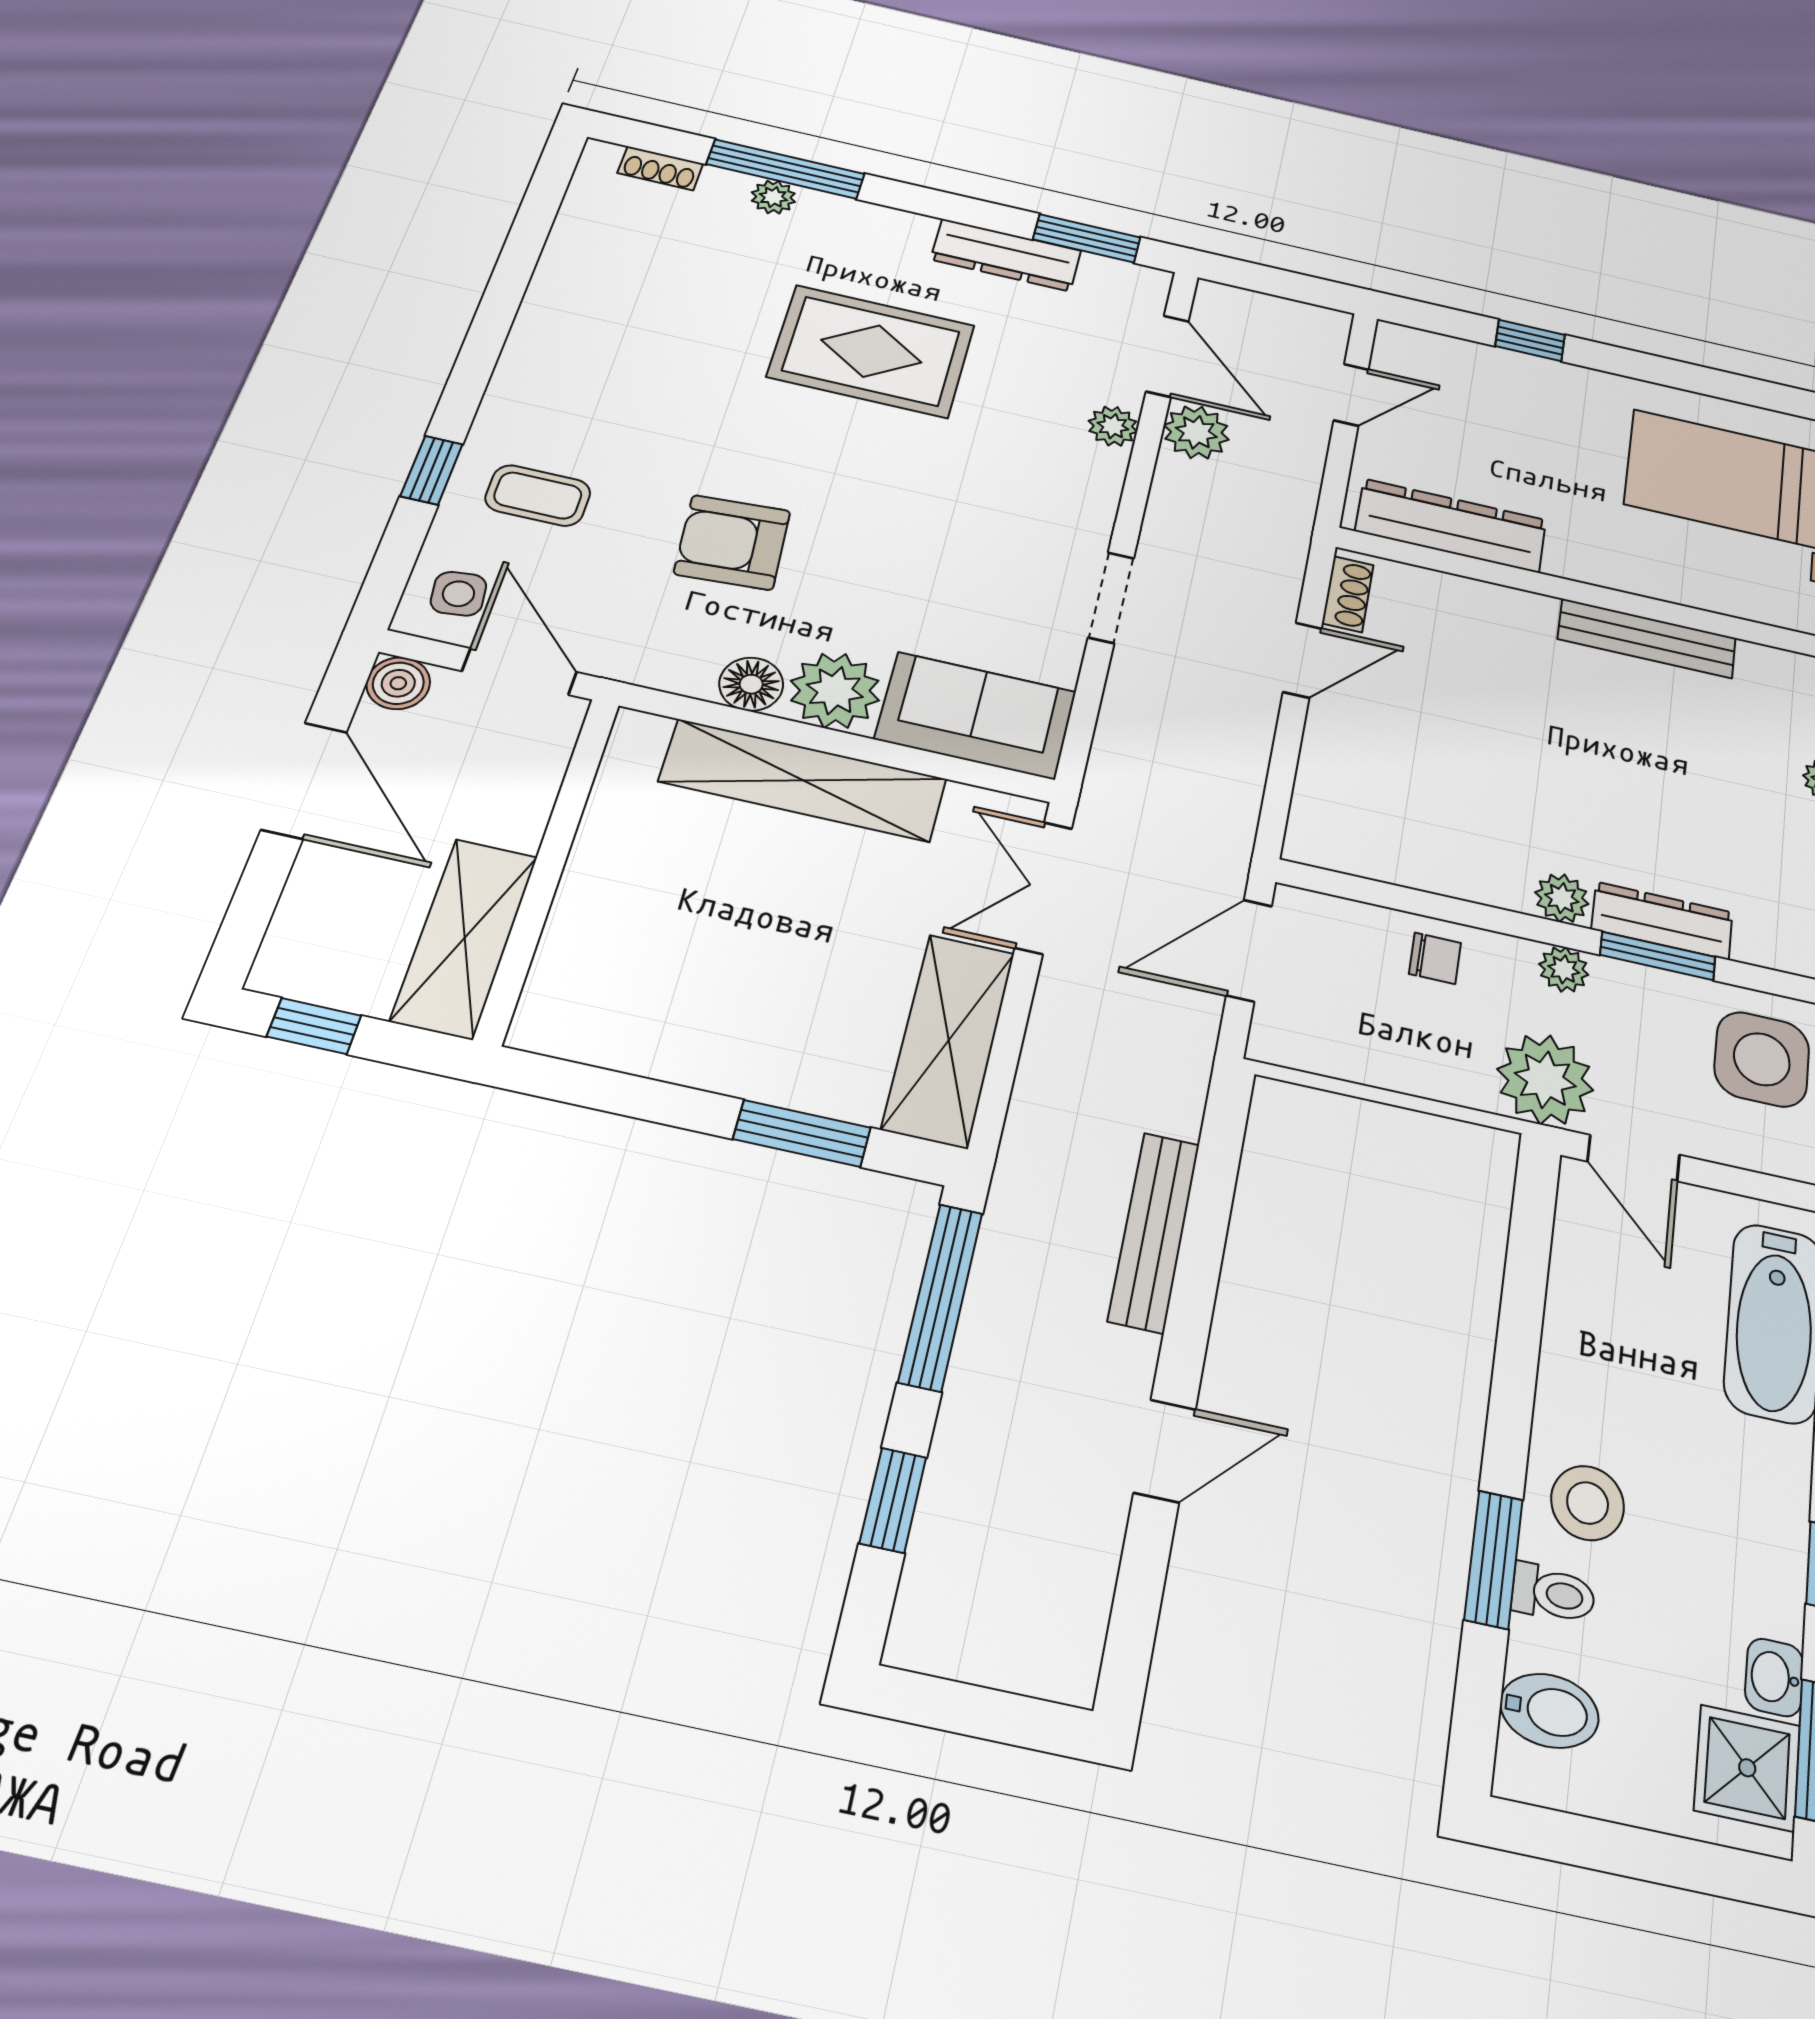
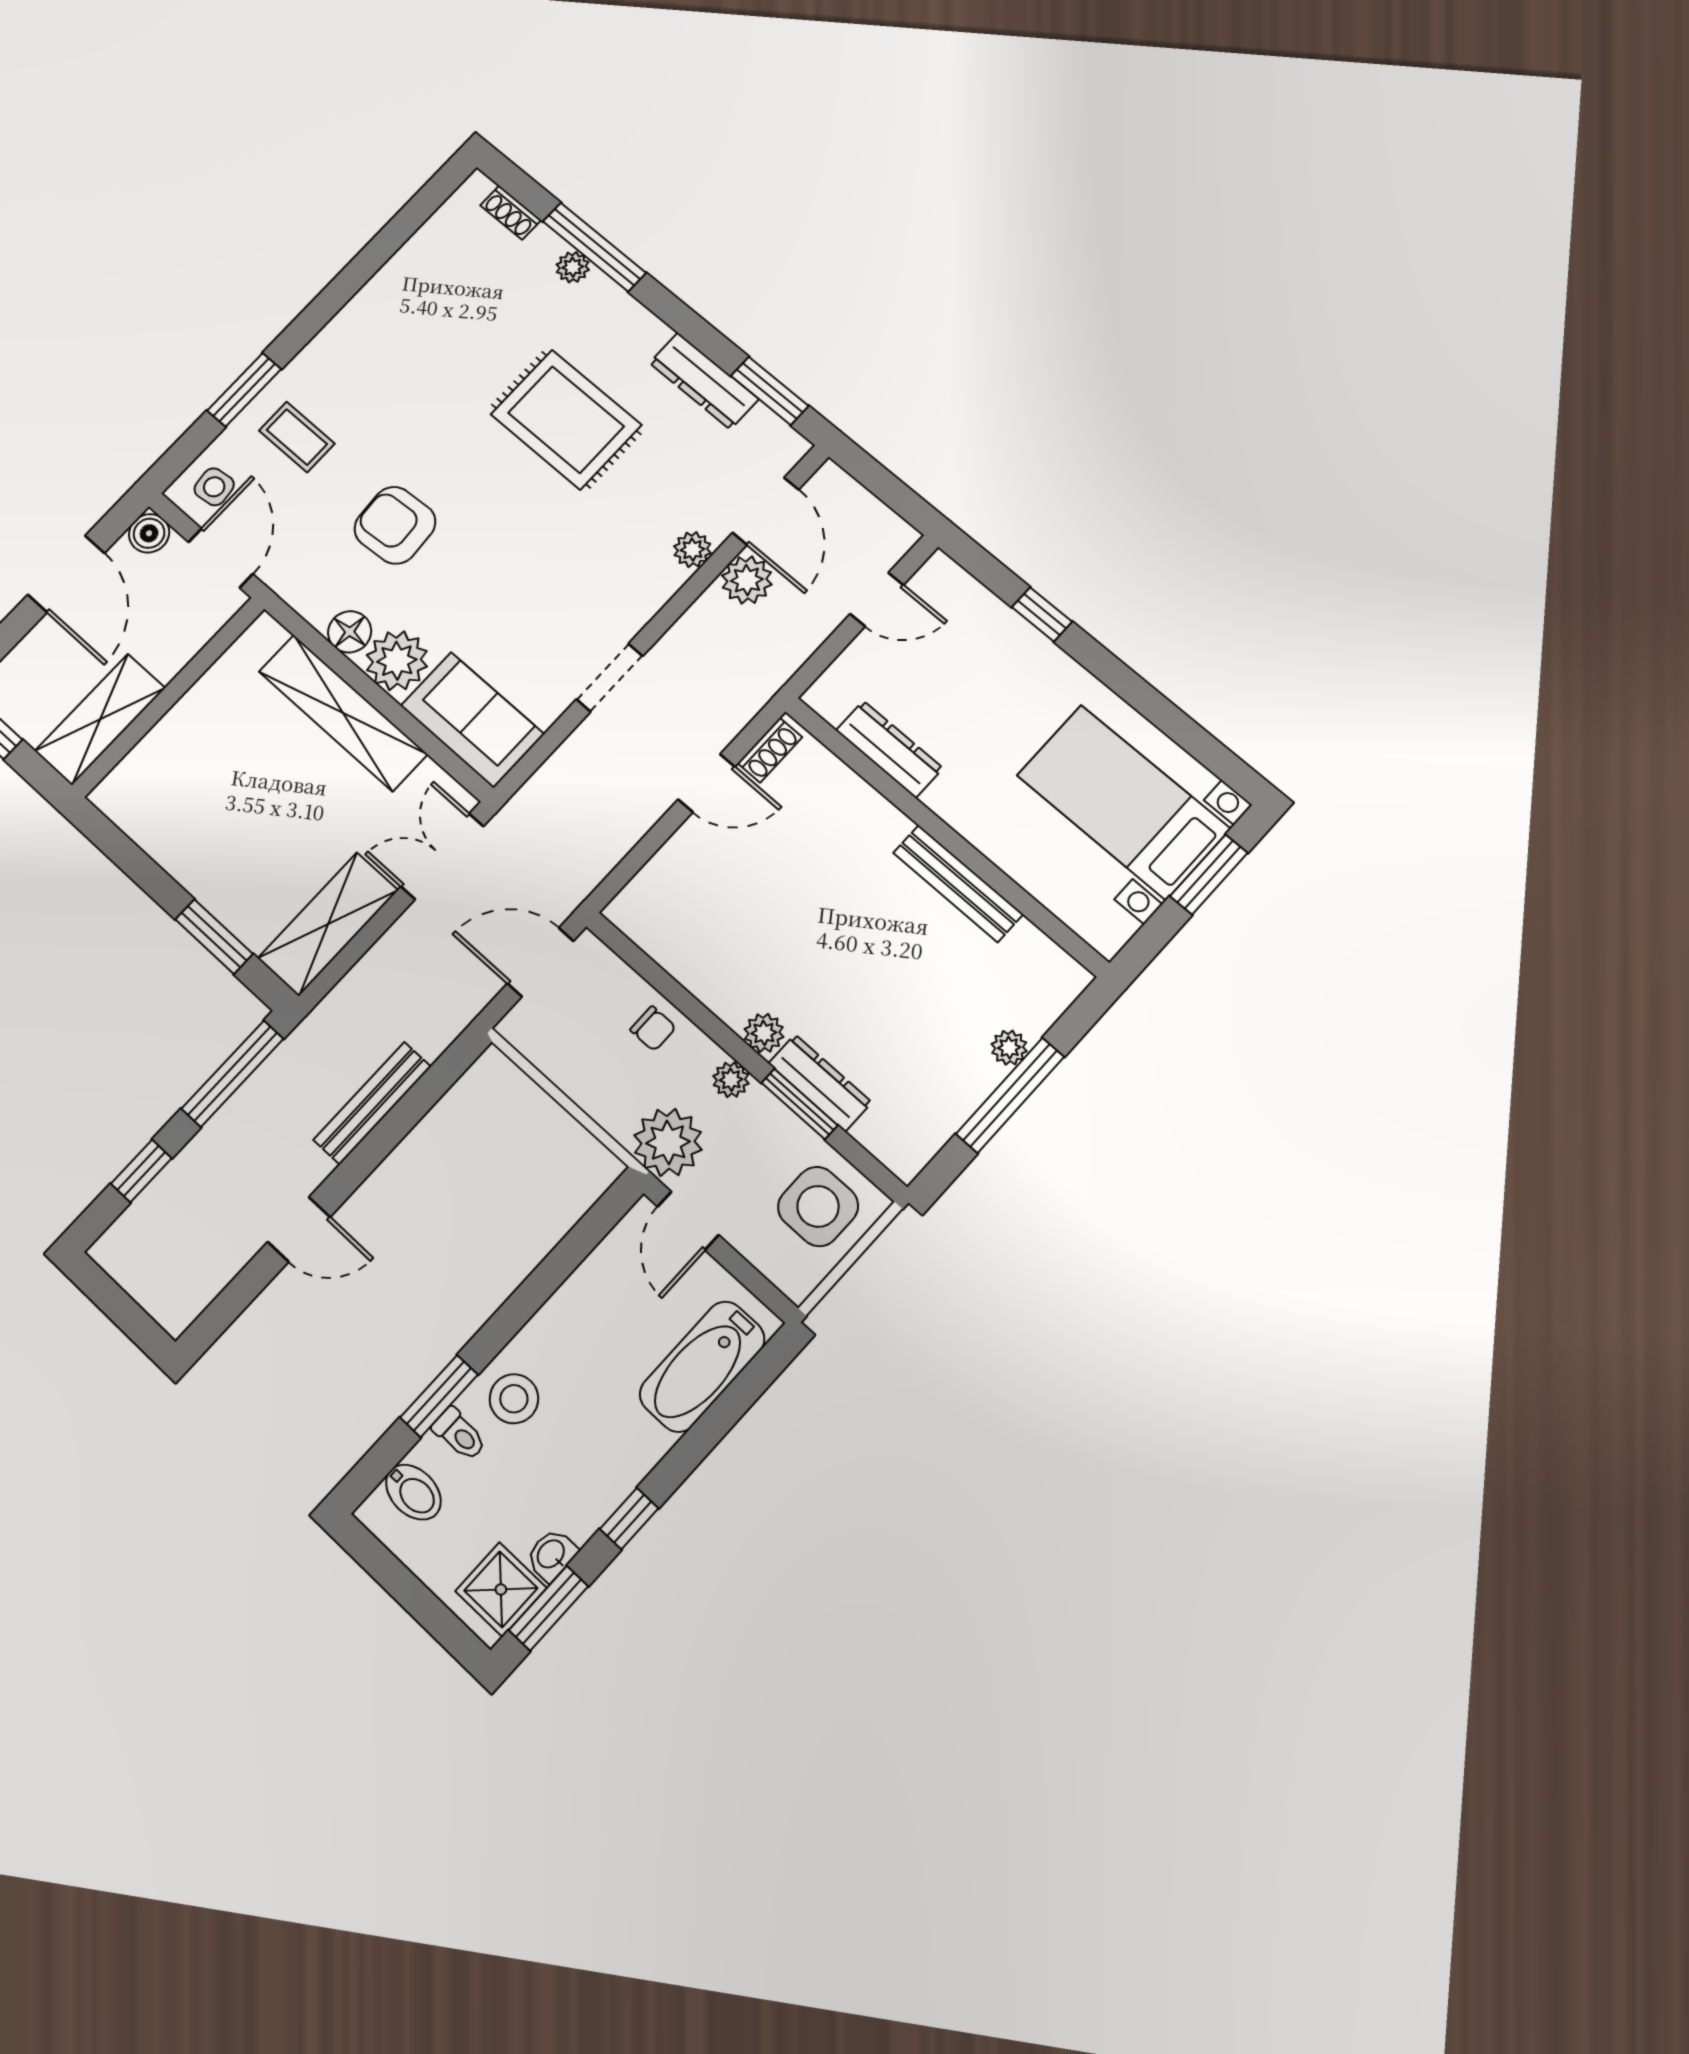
window: (432, 470) -> (244, 390), width x1.50
dresser: (1451, 526) -> (889, 749), width x0.73, depth x0.80

